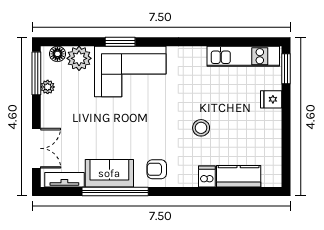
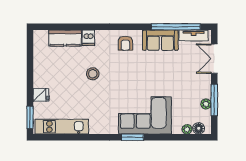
window: (120, 42) -> (132, 137), moved
plant: (79, 58) -> (187, 129), width x0.53, depth x0.53
window: (36, 73) -> (214, 100), moved
armchair: (157, 169) -> (125, 43), turned 90
window: (115, 192) -> (176, 27), moved

